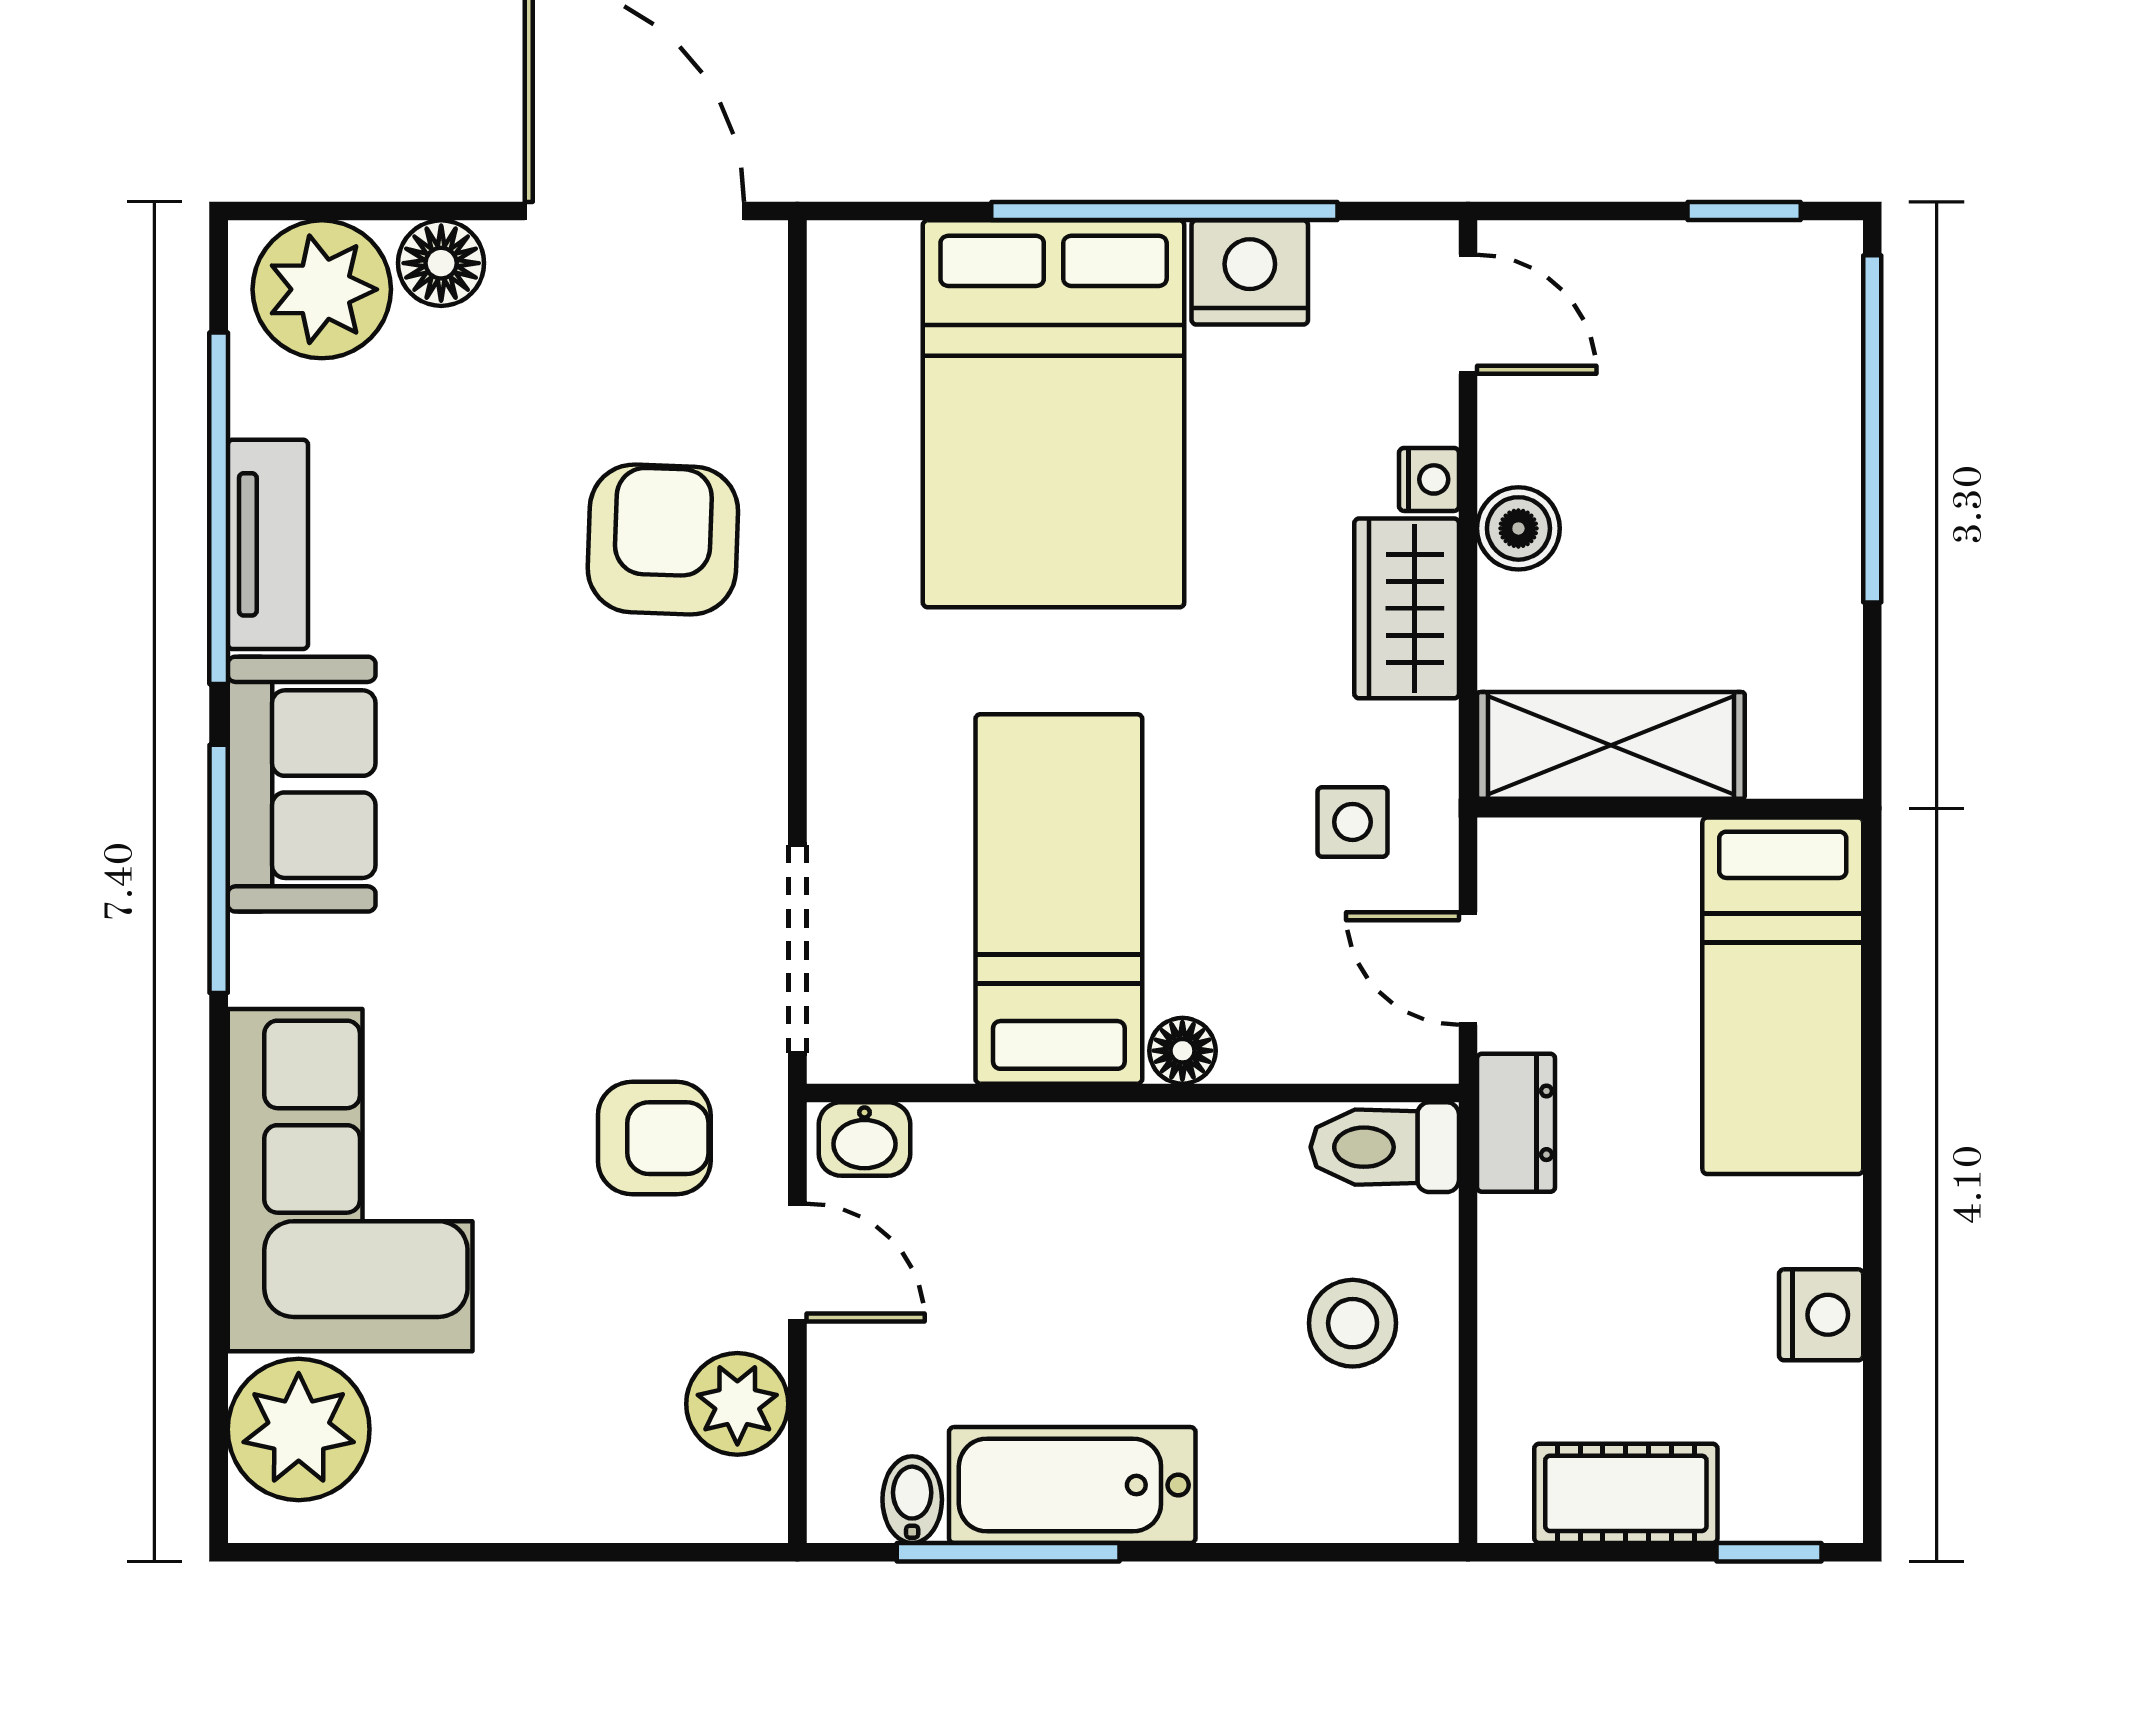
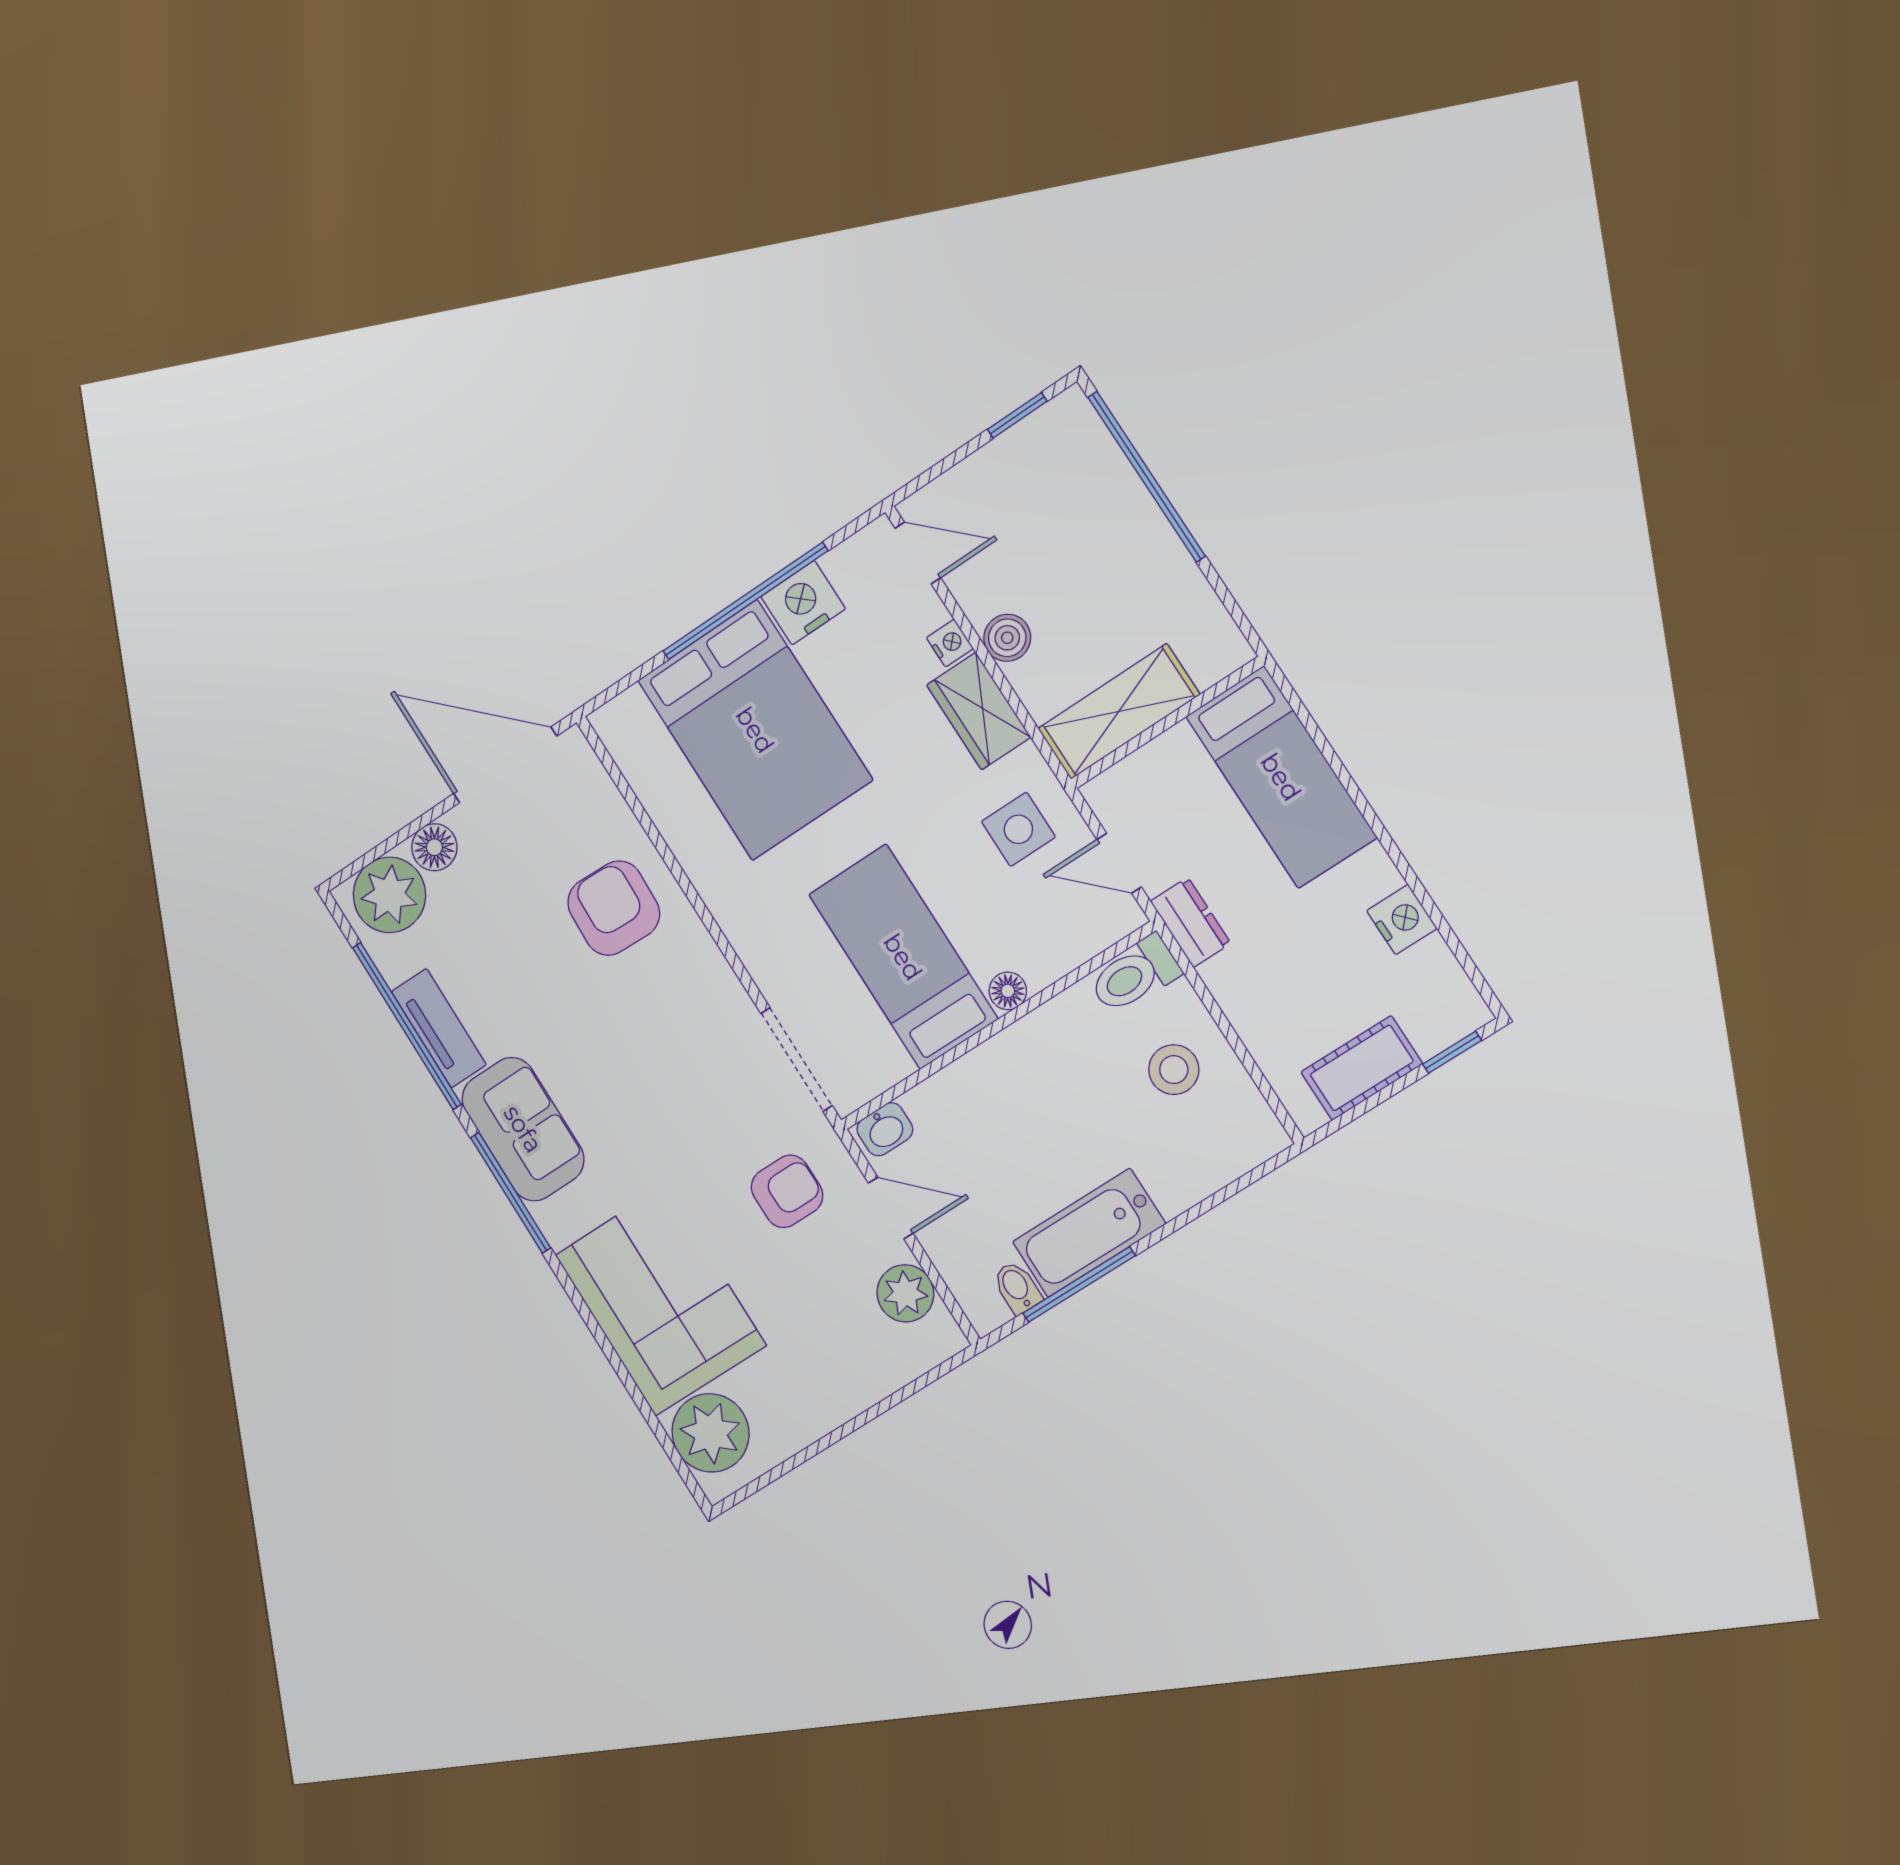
side table: (1352, 822) -> (1018, 829), width x1.37, depth x1.37

